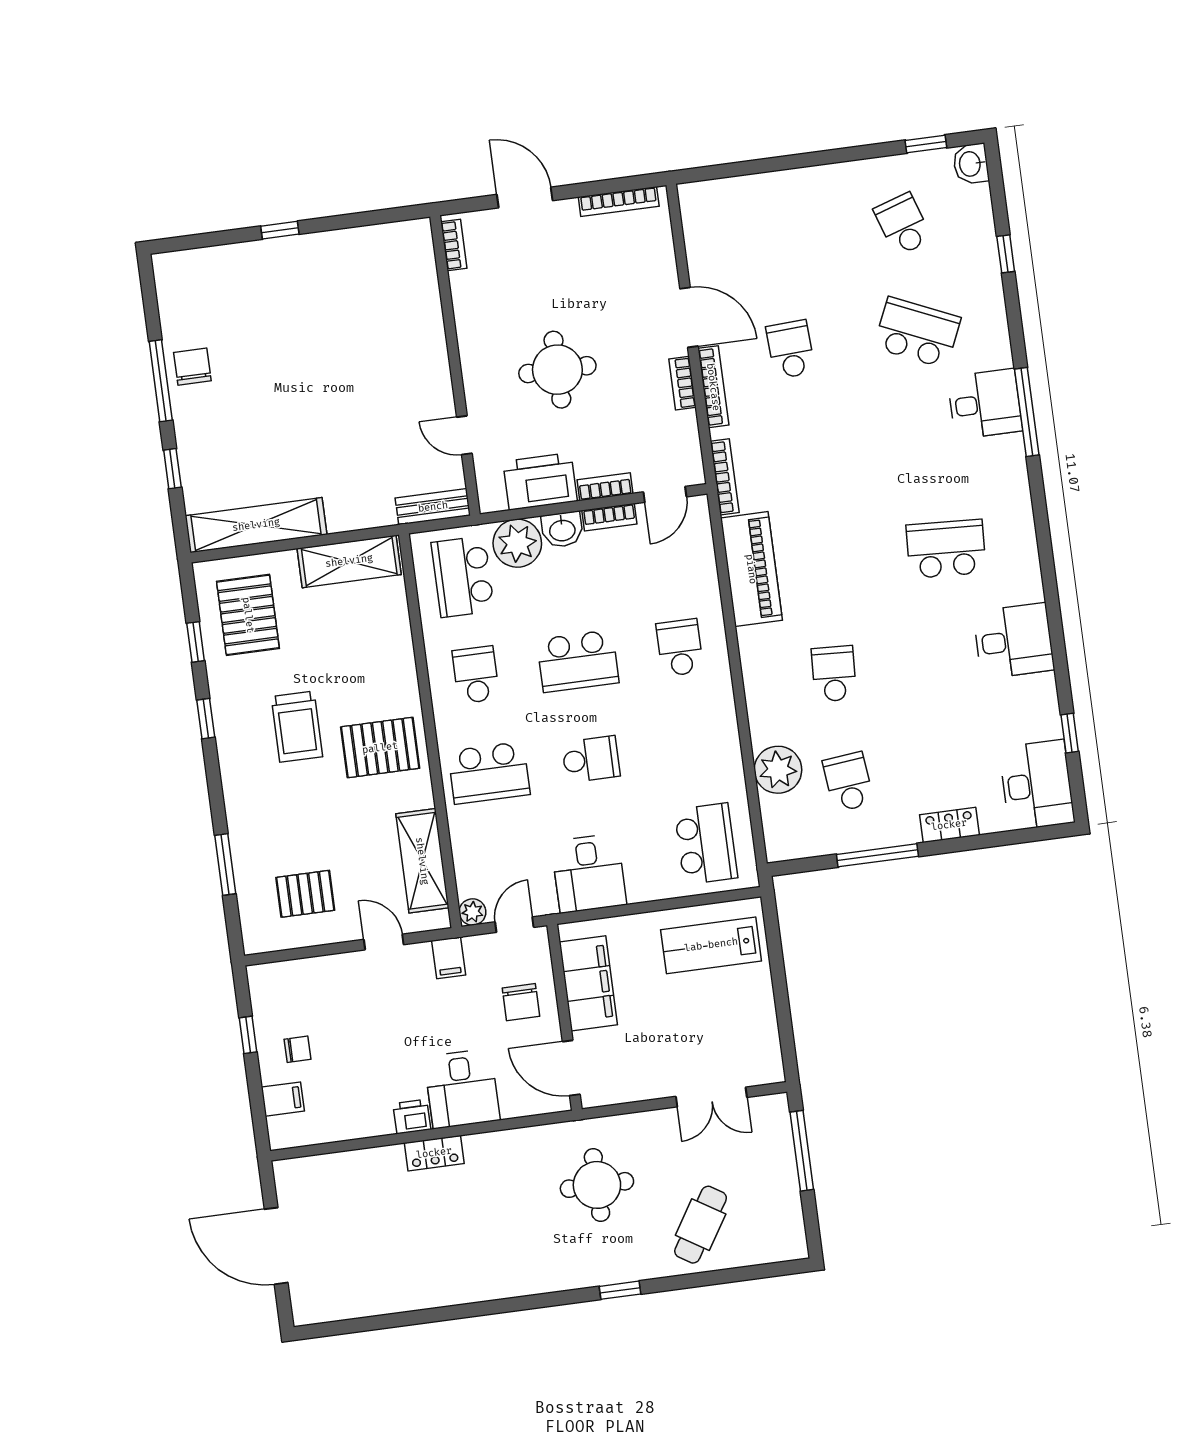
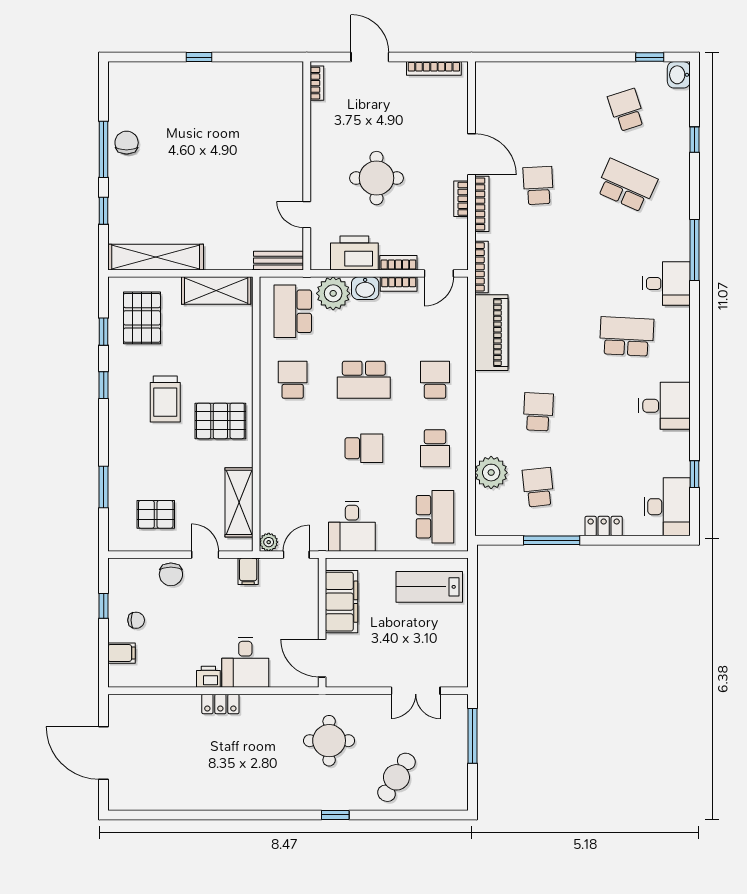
desk: (985, 404) -> (666, 283), moved
school desk: (489, 773) -> (435, 448), moved, width x0.54
chair: (521, 1002) -> (171, 574), moved

